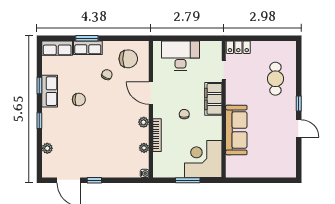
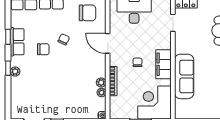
chair: (107, 75) -> (64, 39), moved
filing cabinet: (213, 99) -> (163, 64), moved
plant: (144, 122) -> (101, 83), moved
plant: (47, 148) -> (15, 72), moved

